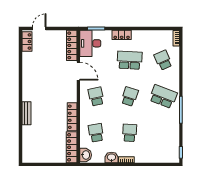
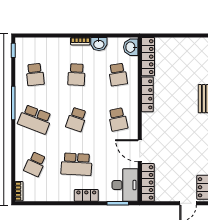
school desk: (163, 60) -> (35, 164), turned 48
school desk: (163, 133) -> (35, 75), added

